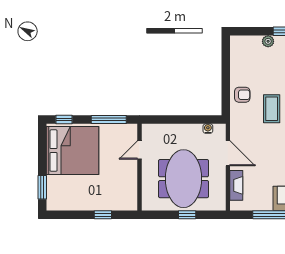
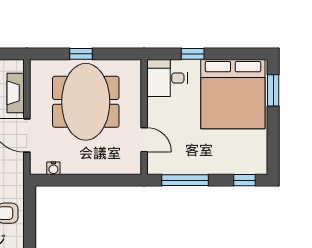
door: (140, 150) -> (144, 140), hinge flipped
bed: (73, 151) -> (233, 94), moved, turned -90
desk: (122, 197) -> (167, 78), added

